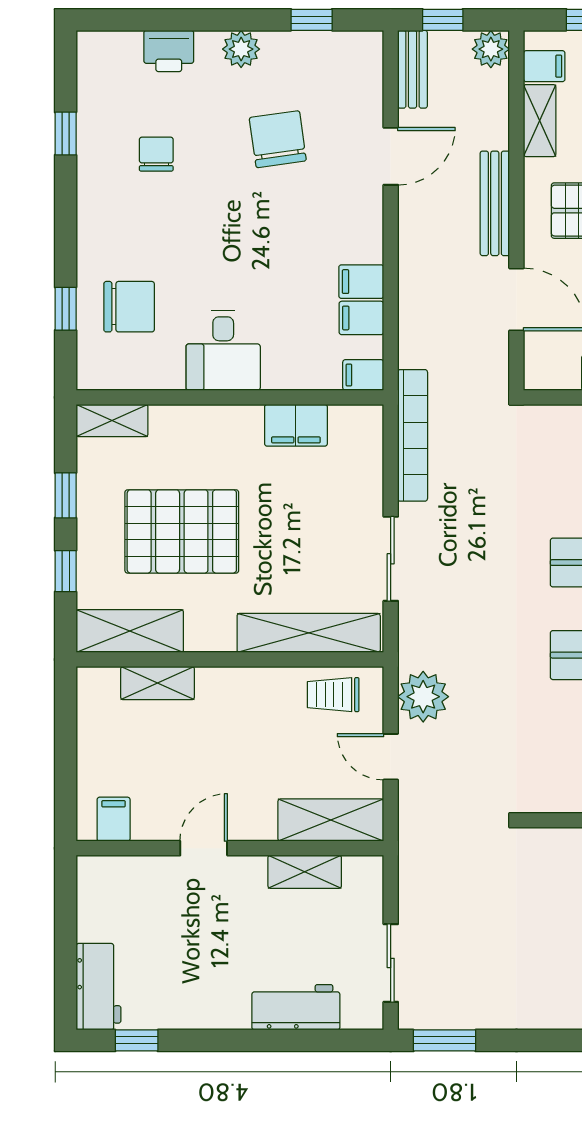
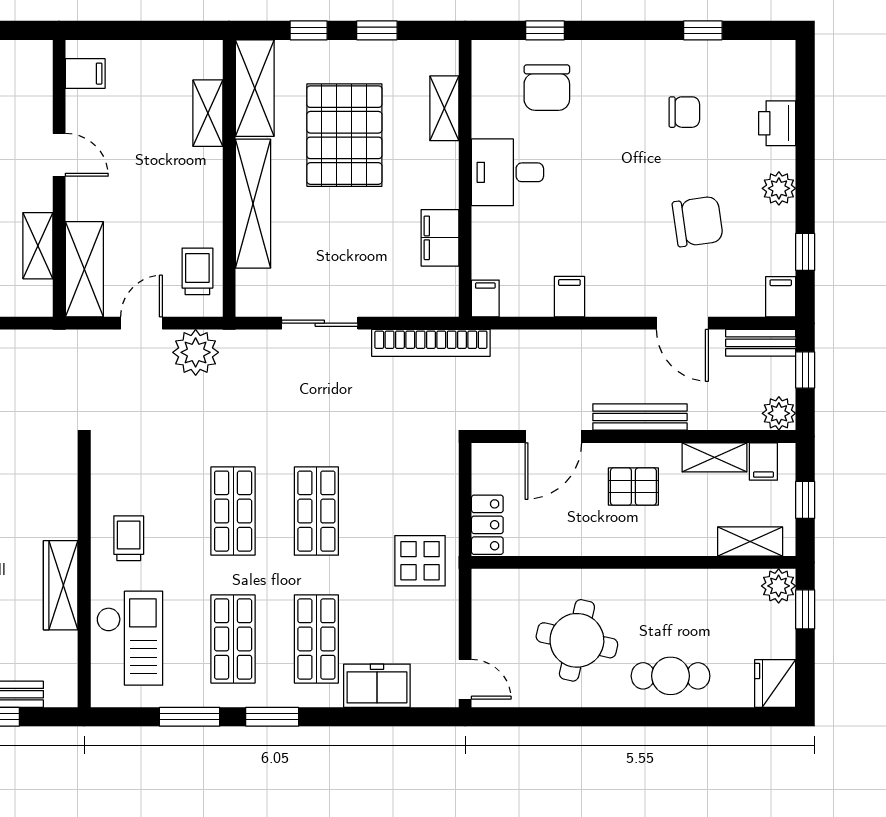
filing cabinet: (361, 318) -> (781, 297), moved
shelving: (112, 420) -> (444, 108), moved
shelving: (309, 633) -> (253, 204), moved

